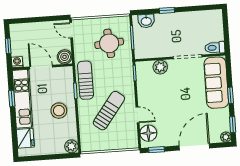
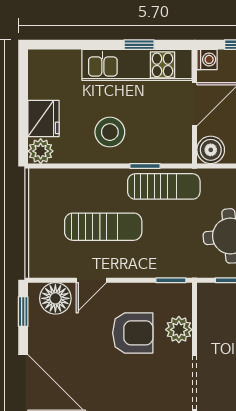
armchair: (164, 91) -> (133, 333), added
sun lounger: (109, 111) -> (103, 227), turned -37
fridge: (25, 138) -> (44, 119), moved, turned -90

